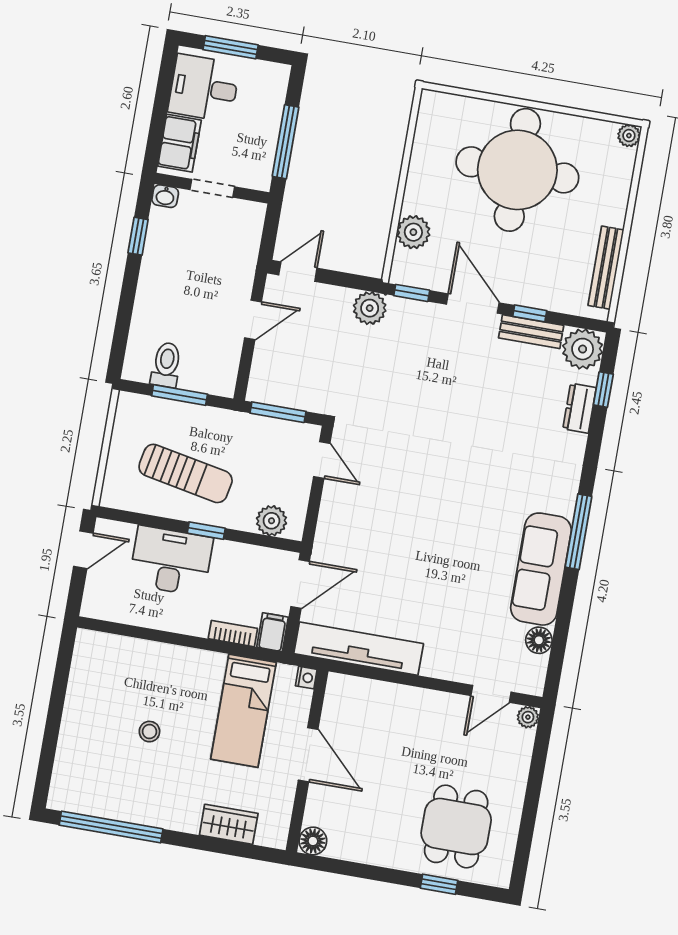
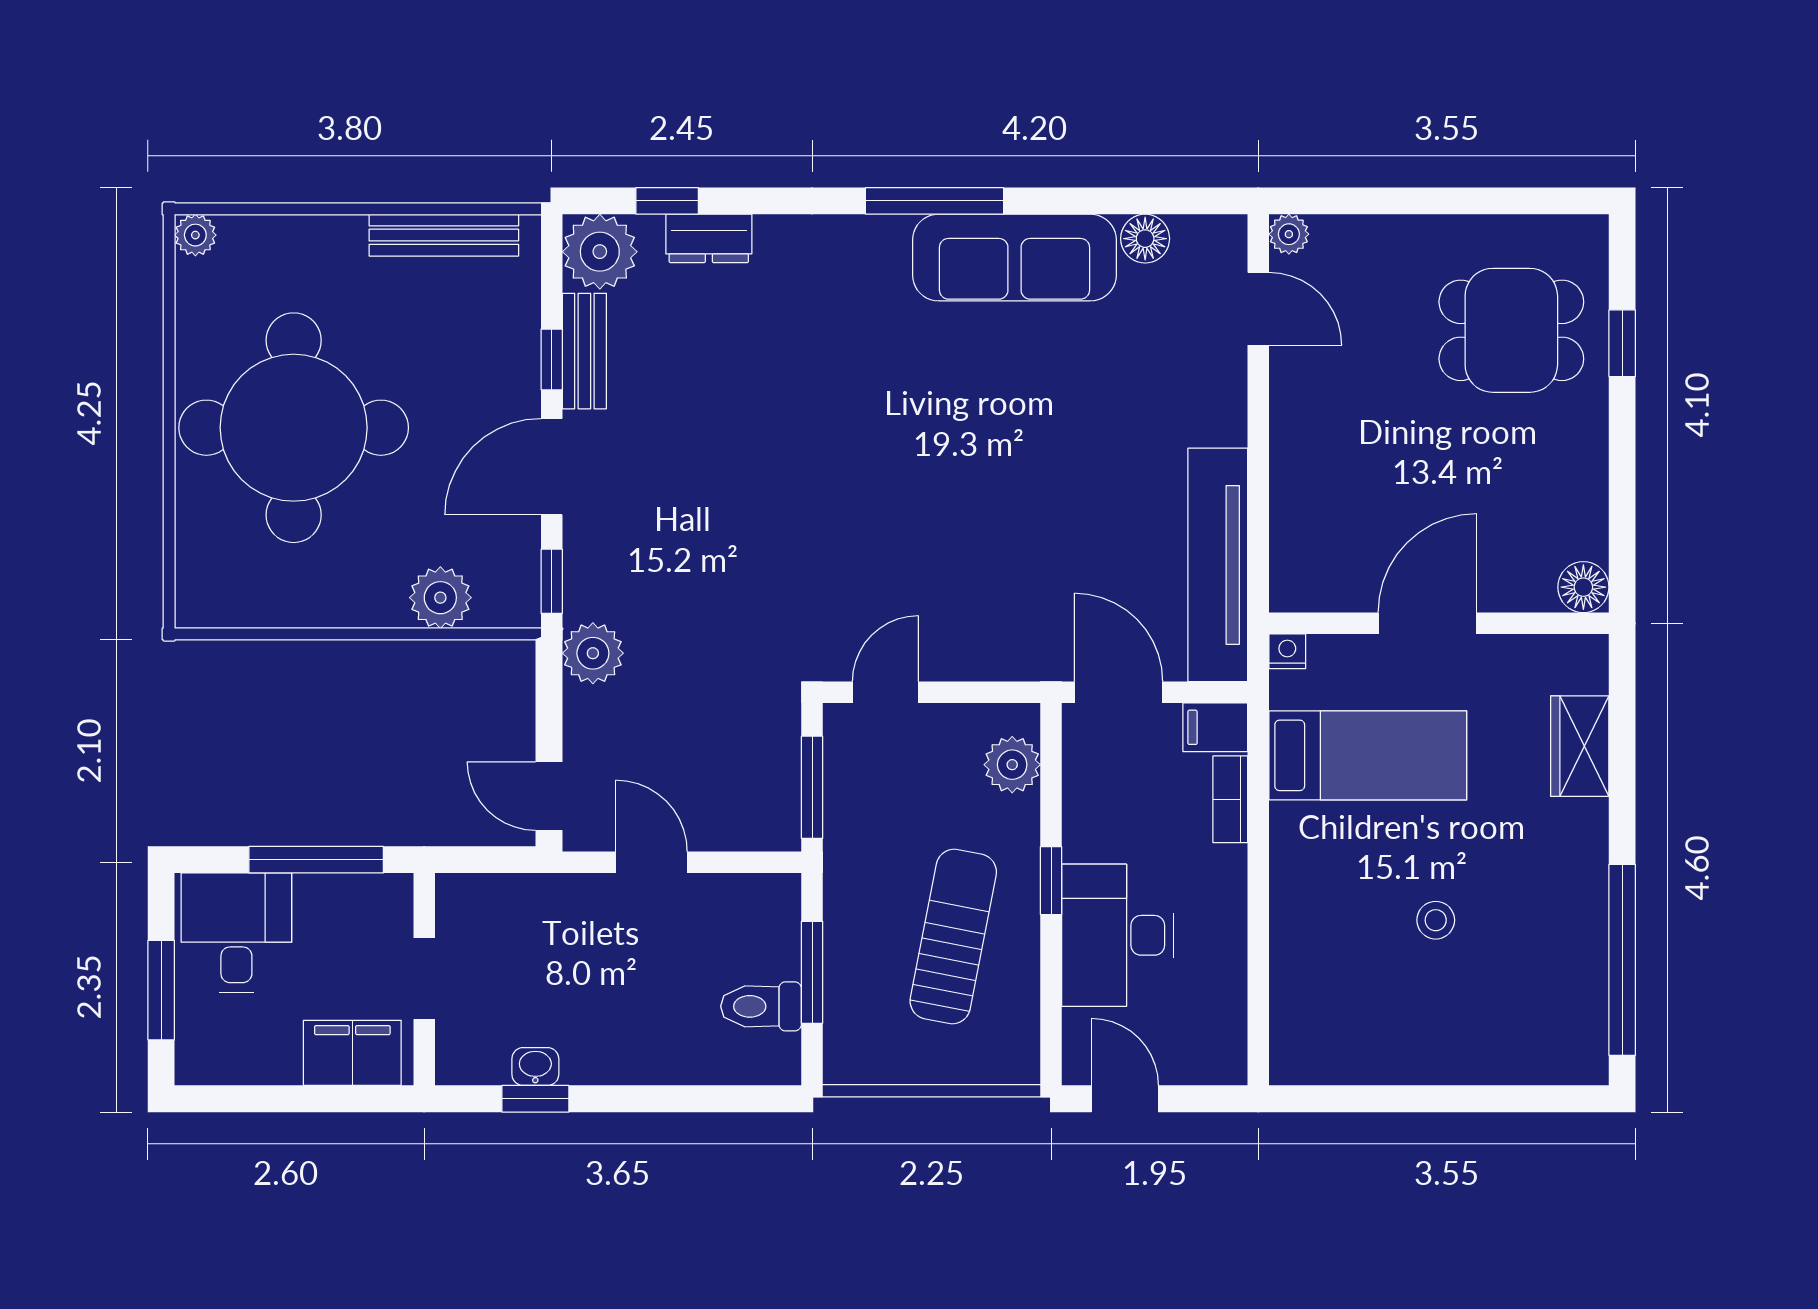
desk: (204, 88) -> (236, 933), moved, turned 180
washbasin: (165, 196) -> (535, 1067), moved, turned -90

